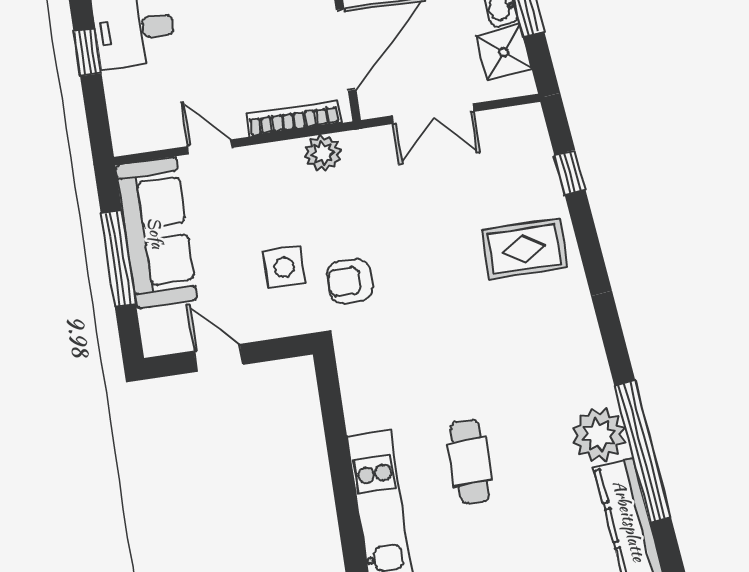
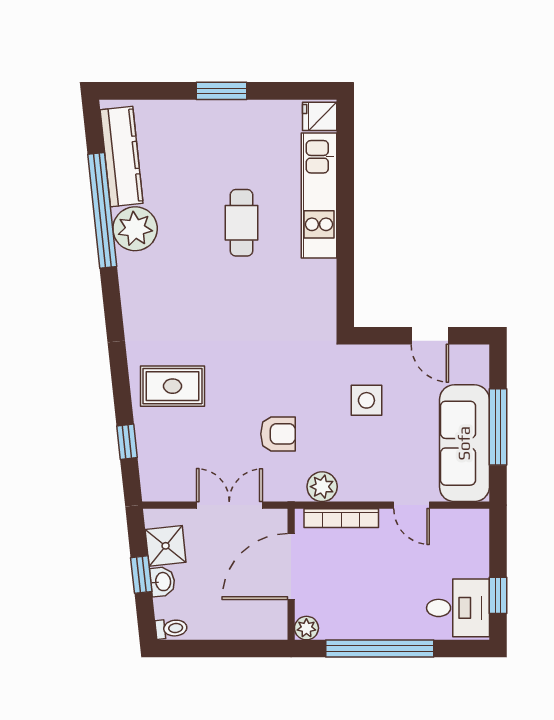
armchair: (350, 281) -> (278, 434), moved

